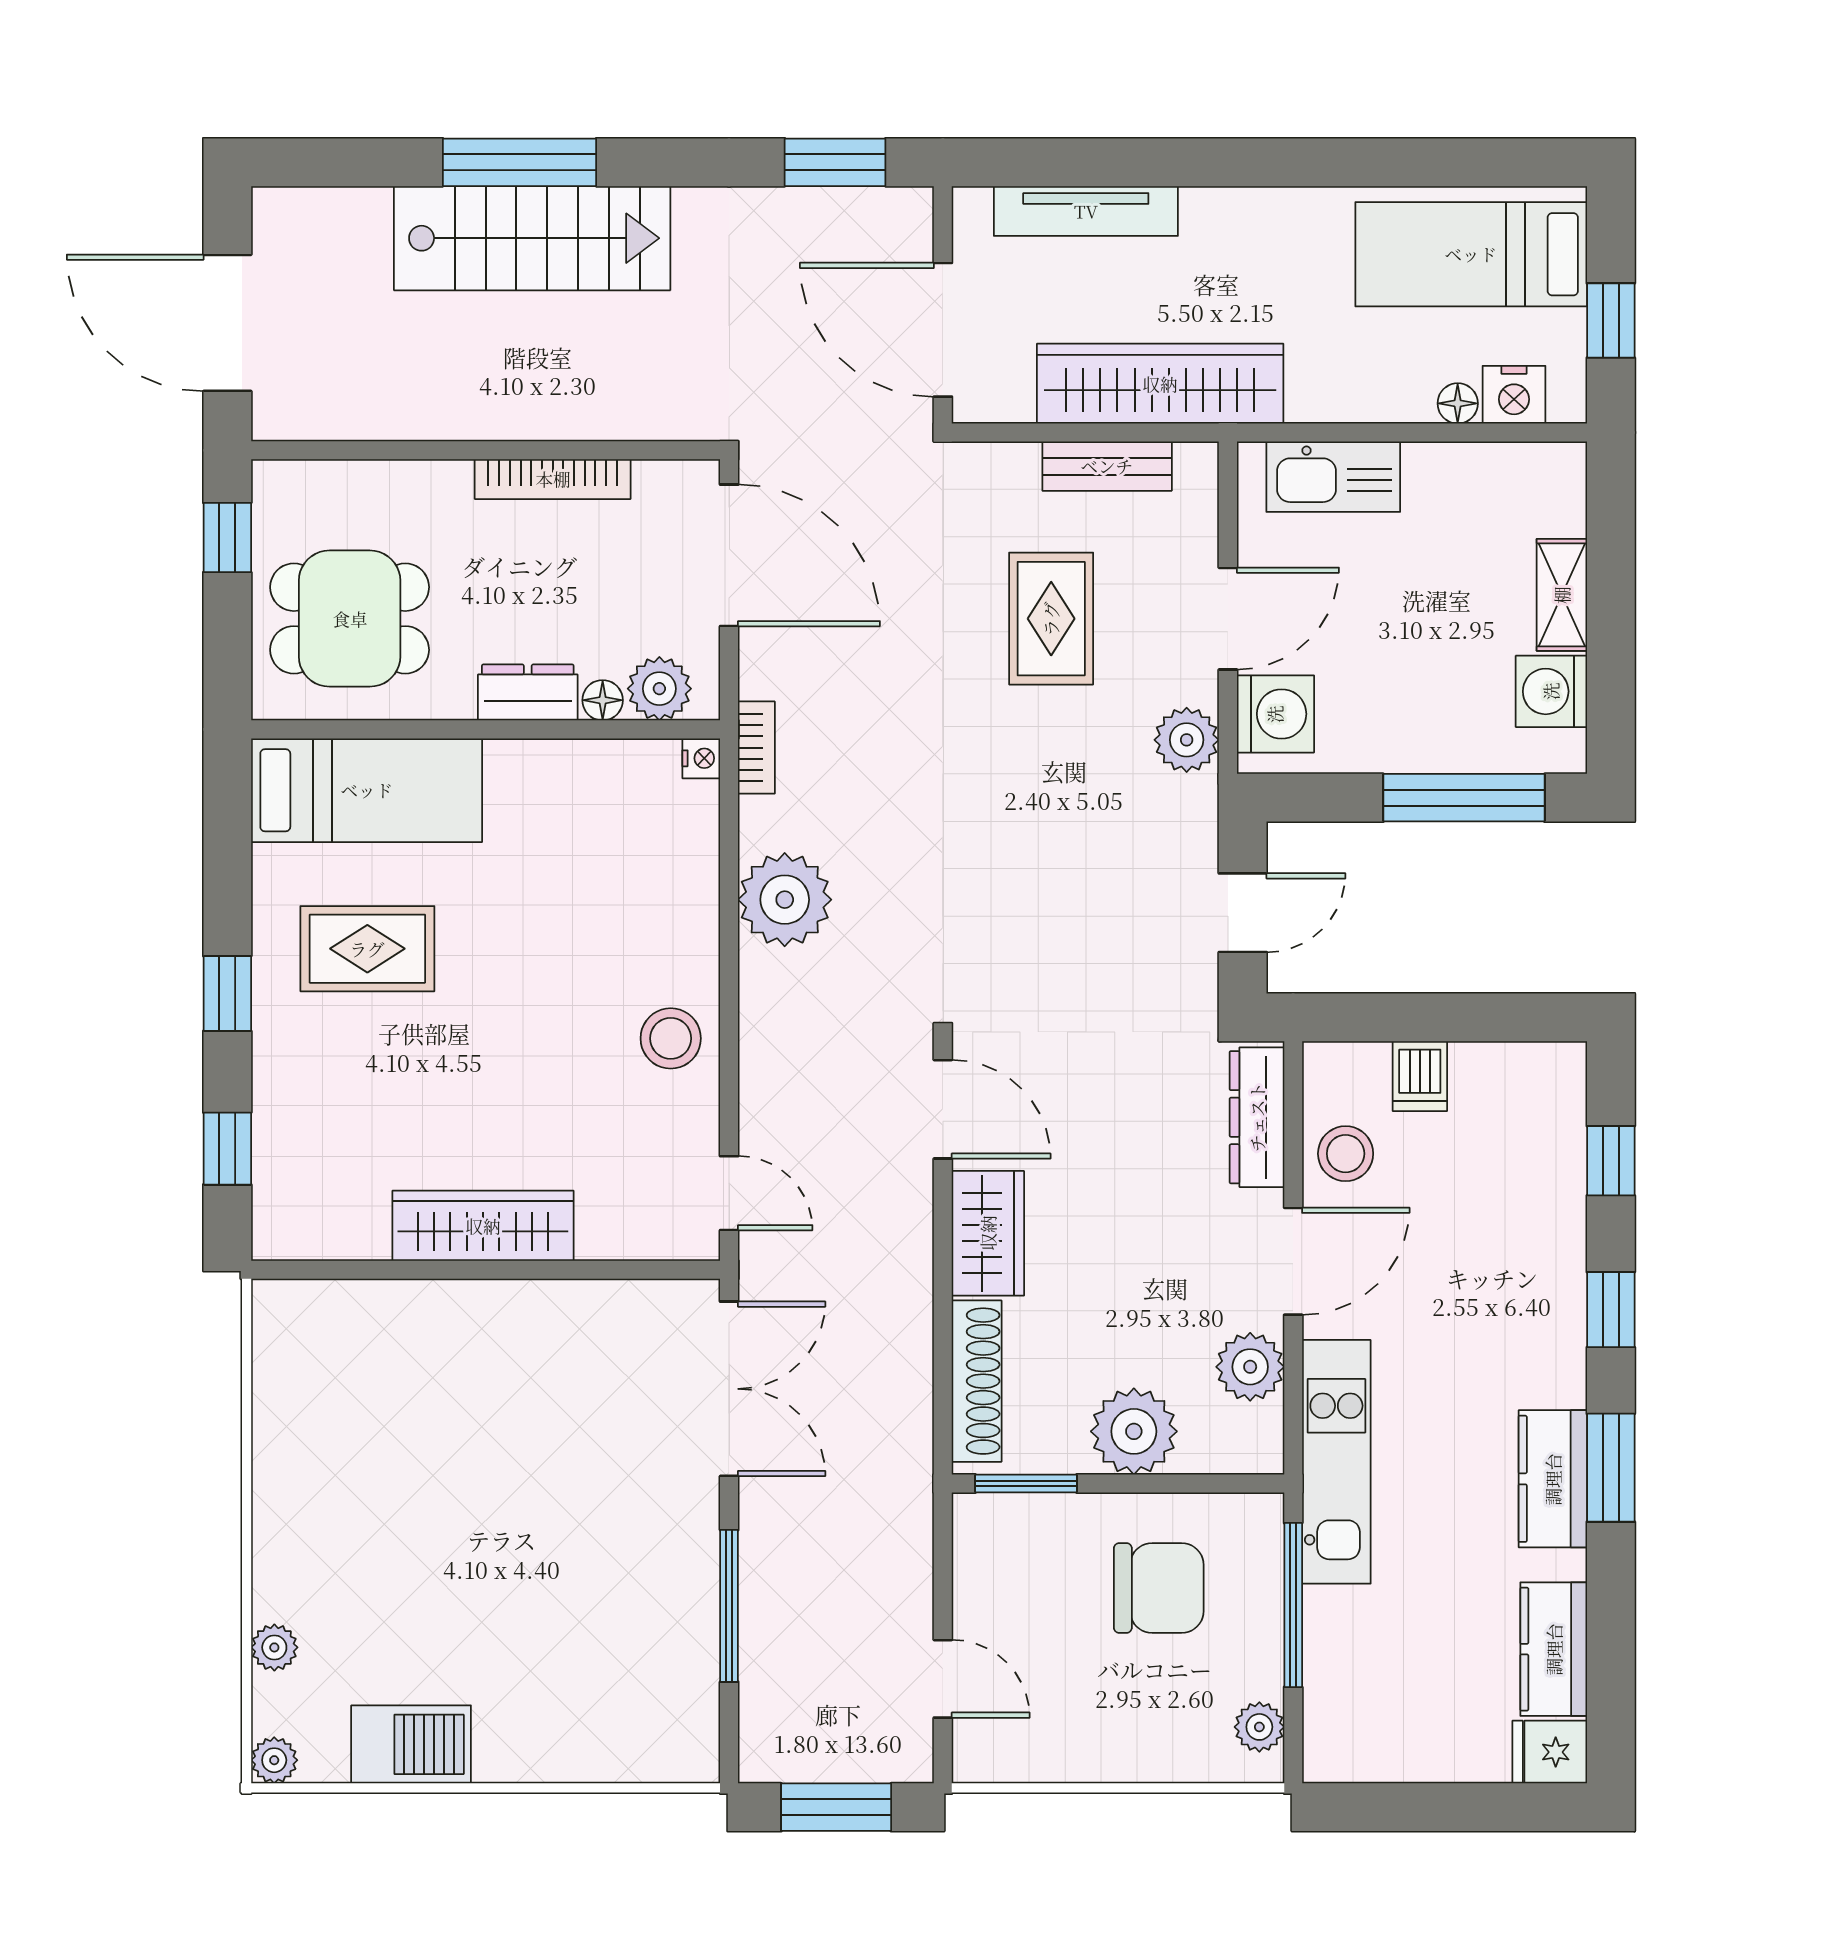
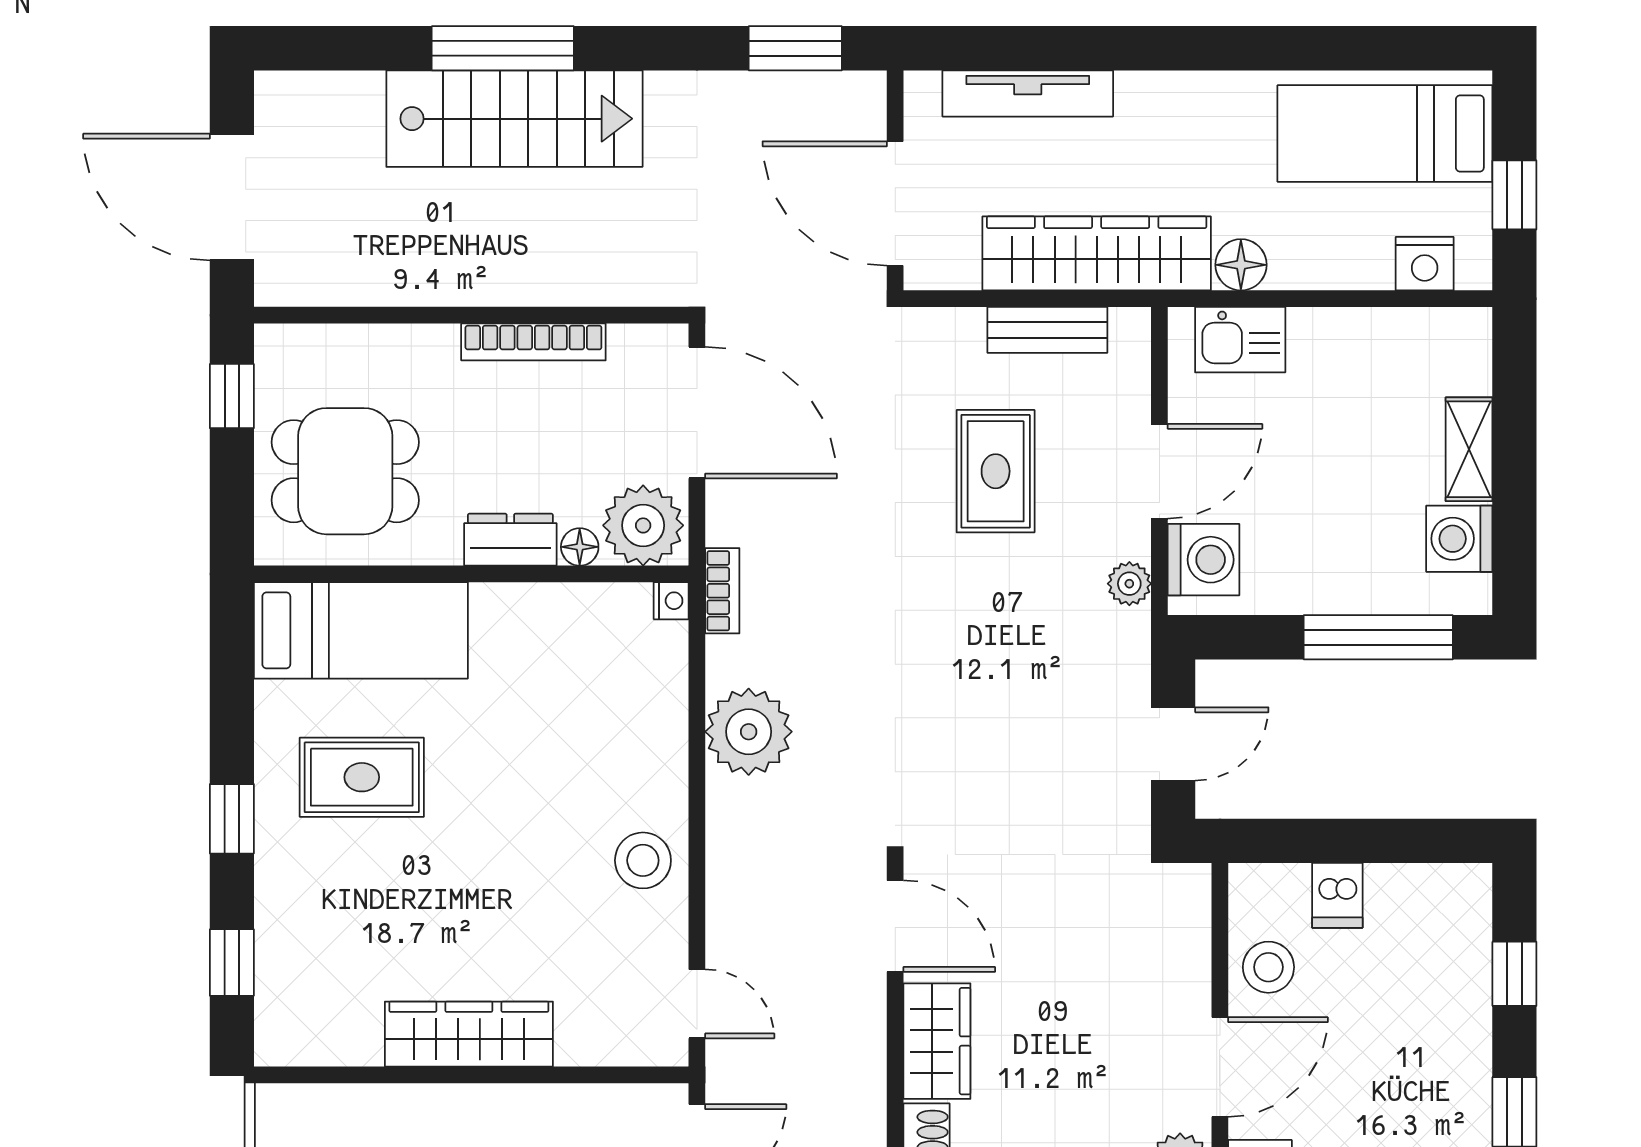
floor lamp: (1458, 403) -> (1241, 265), moved, width x1.37, depth x1.37
kitchen sink: (1333, 477) -> (1240, 340), width x0.73
plant: (659, 689) -> (643, 525), width x1.36, depth x1.36
plant: (1187, 740) -> (1129, 584), width x0.73, depth x0.73
dresser: (1257, 1117) -> (1186, 933), removed

